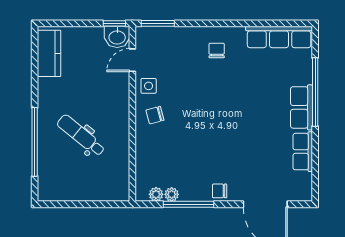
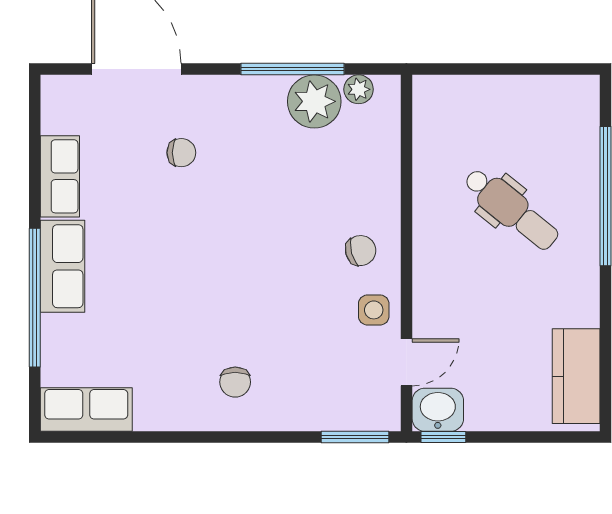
row of seats: (279, 37) -> (86, 410), width x0.68
chair: (220, 191) -> (181, 153), moved
plant: (172, 194) -> (314, 101), width x1.88, depth x1.88

